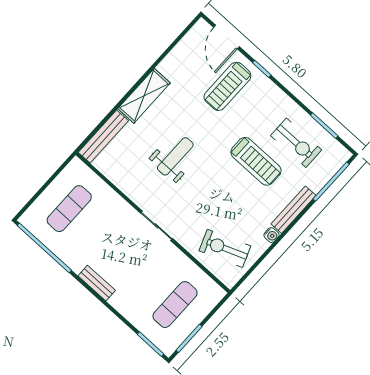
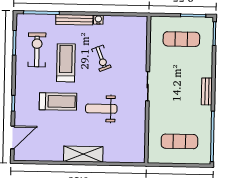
treadmill: (227, 86) -> (58, 101), moved
bench: (103, 136) -> (124, 157), removed
exercise bike: (225, 248) -> (101, 58), moved, width x0.73, depth x0.72

